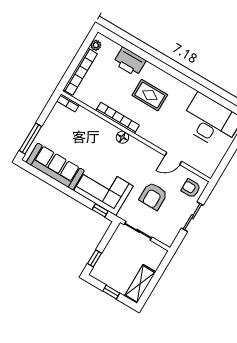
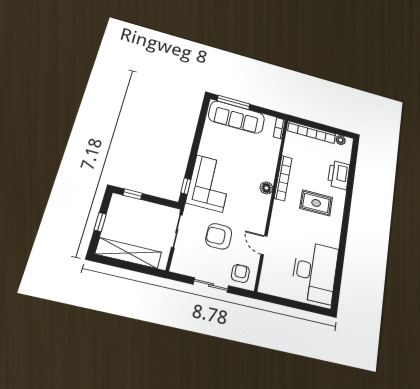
rug: (150, 95) -> (316, 203), turned 90
sofa: (55, 167) -> (237, 117), moved, turned 90
shelving: (140, 284) -> (128, 253), width x1.47

